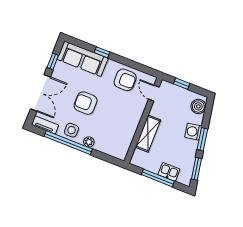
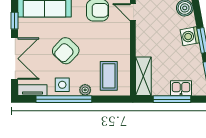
armchair: (86, 103) -> (66, 51), turned -47
shelving: (148, 134) -> (143, 76), moved
coffee table: (113, 138) -> (109, 76), added

